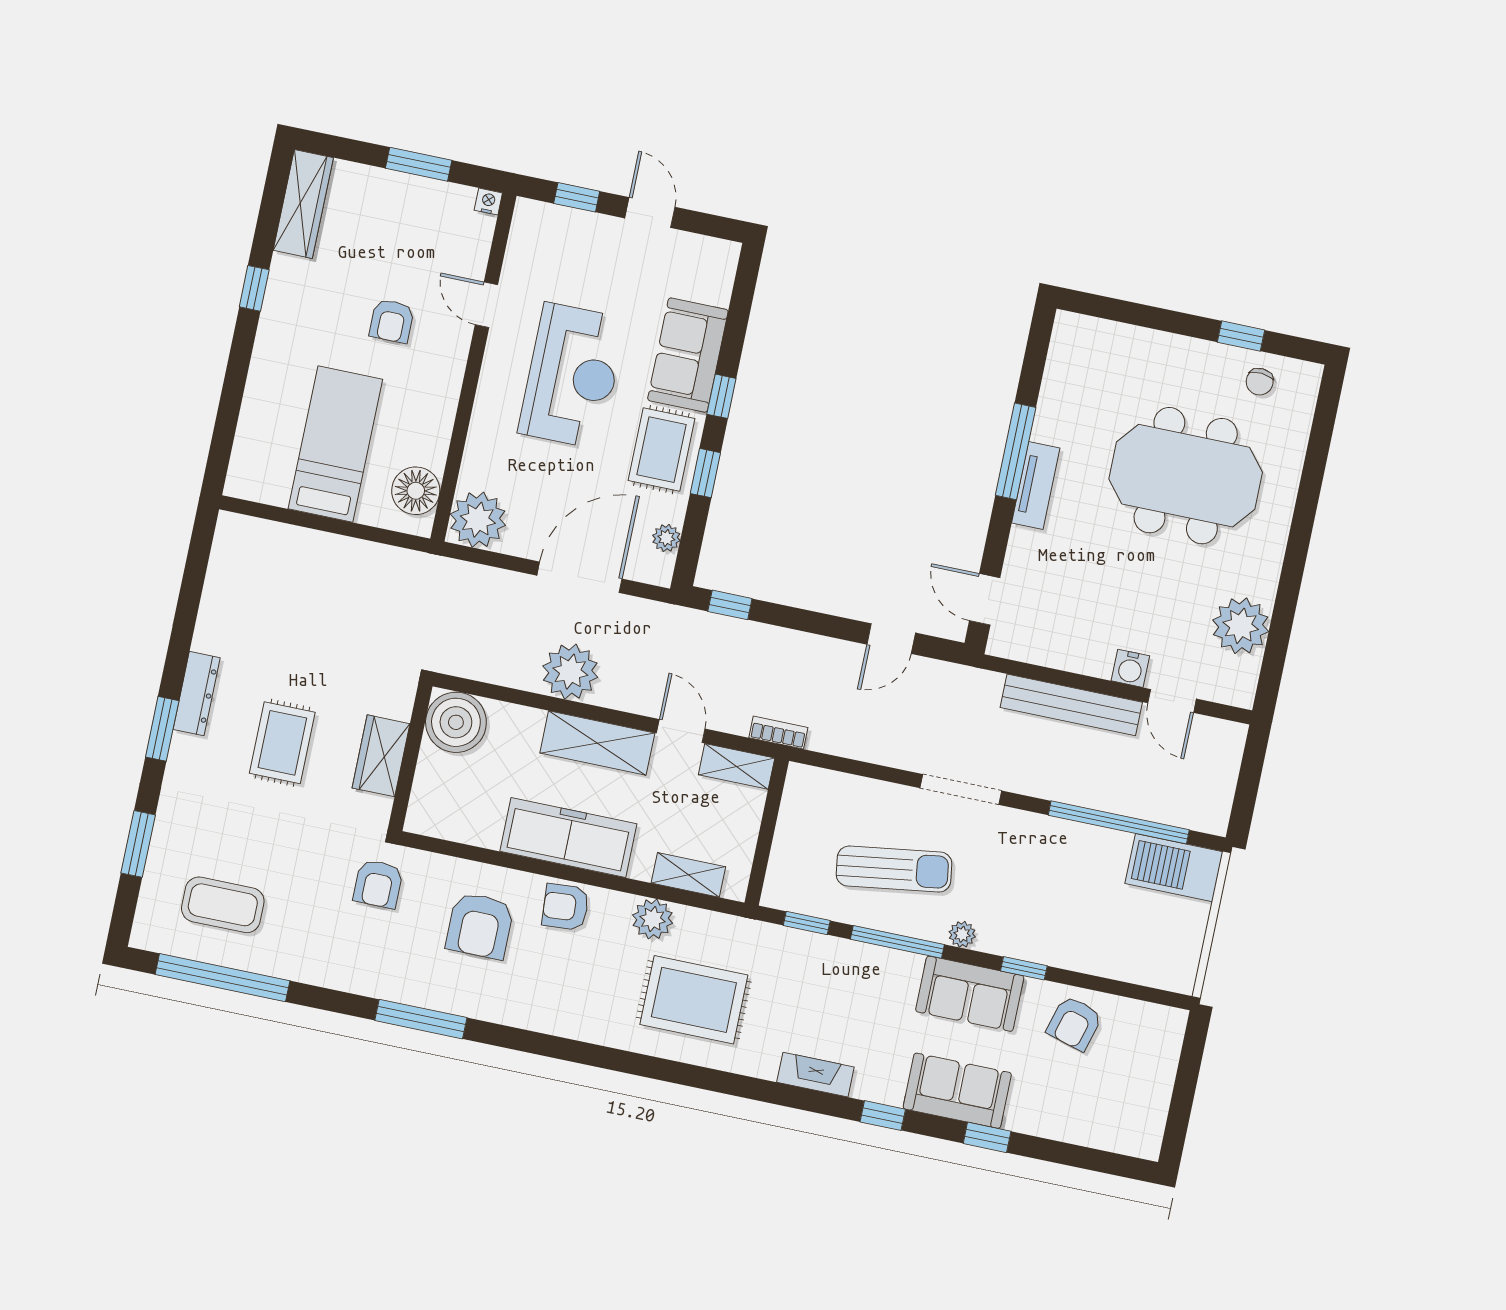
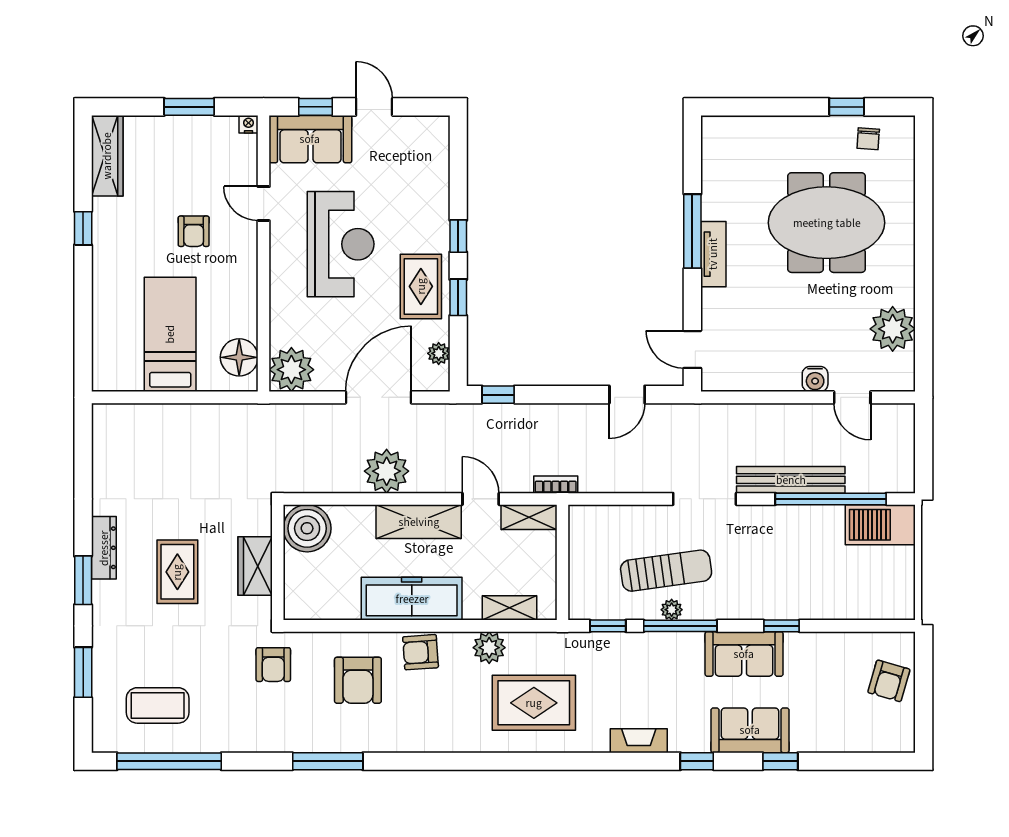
sofa: (688, 355) -> (310, 139), moved, turned -90
bench: (1071, 705) -> (791, 480), moved
plant: (962, 934) -> (672, 610), moved
armchair: (1074, 1023) -> (889, 681), moved

